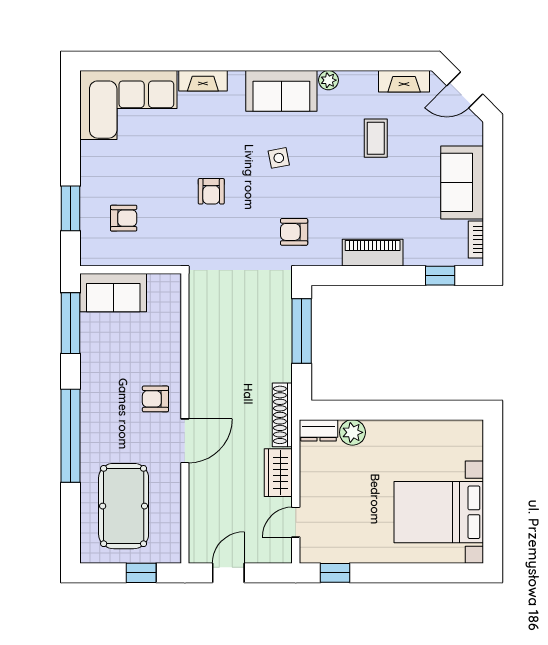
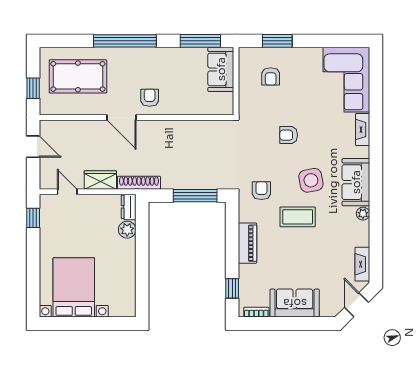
coffee table: (376, 138) -> (298, 217), moved, width x1.36, depth x1.30
side table: (279, 158) -> (311, 180), width x1.87, depth x1.87

